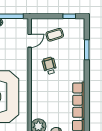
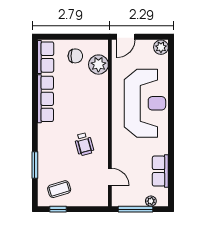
coffee table: (55, 35) -> (59, 189), moved
door: (30, 41) -> (110, 177), swing flipped

